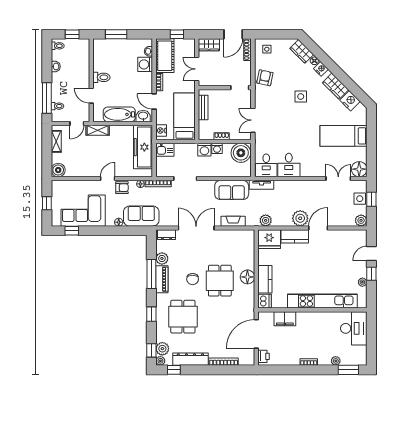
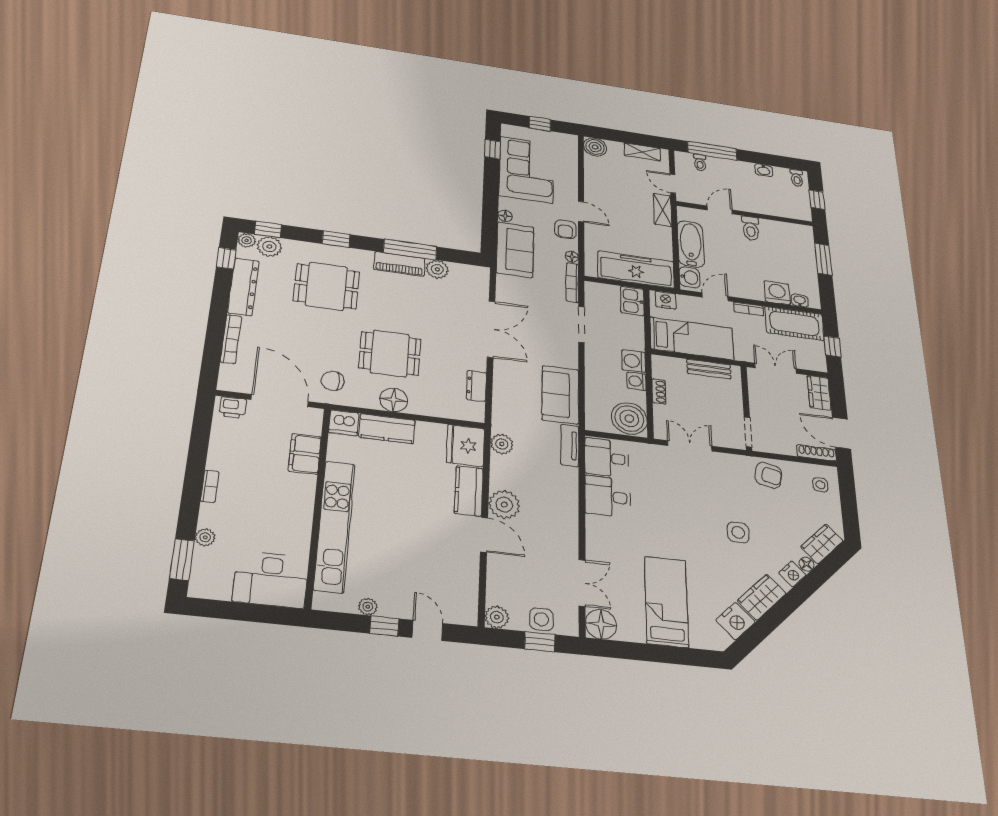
fireplace: (233, 221) -> (502, 390), removed
dresser: (167, 235) -> (476, 386), moved
chair: (193, 279) -> (333, 381), moved

